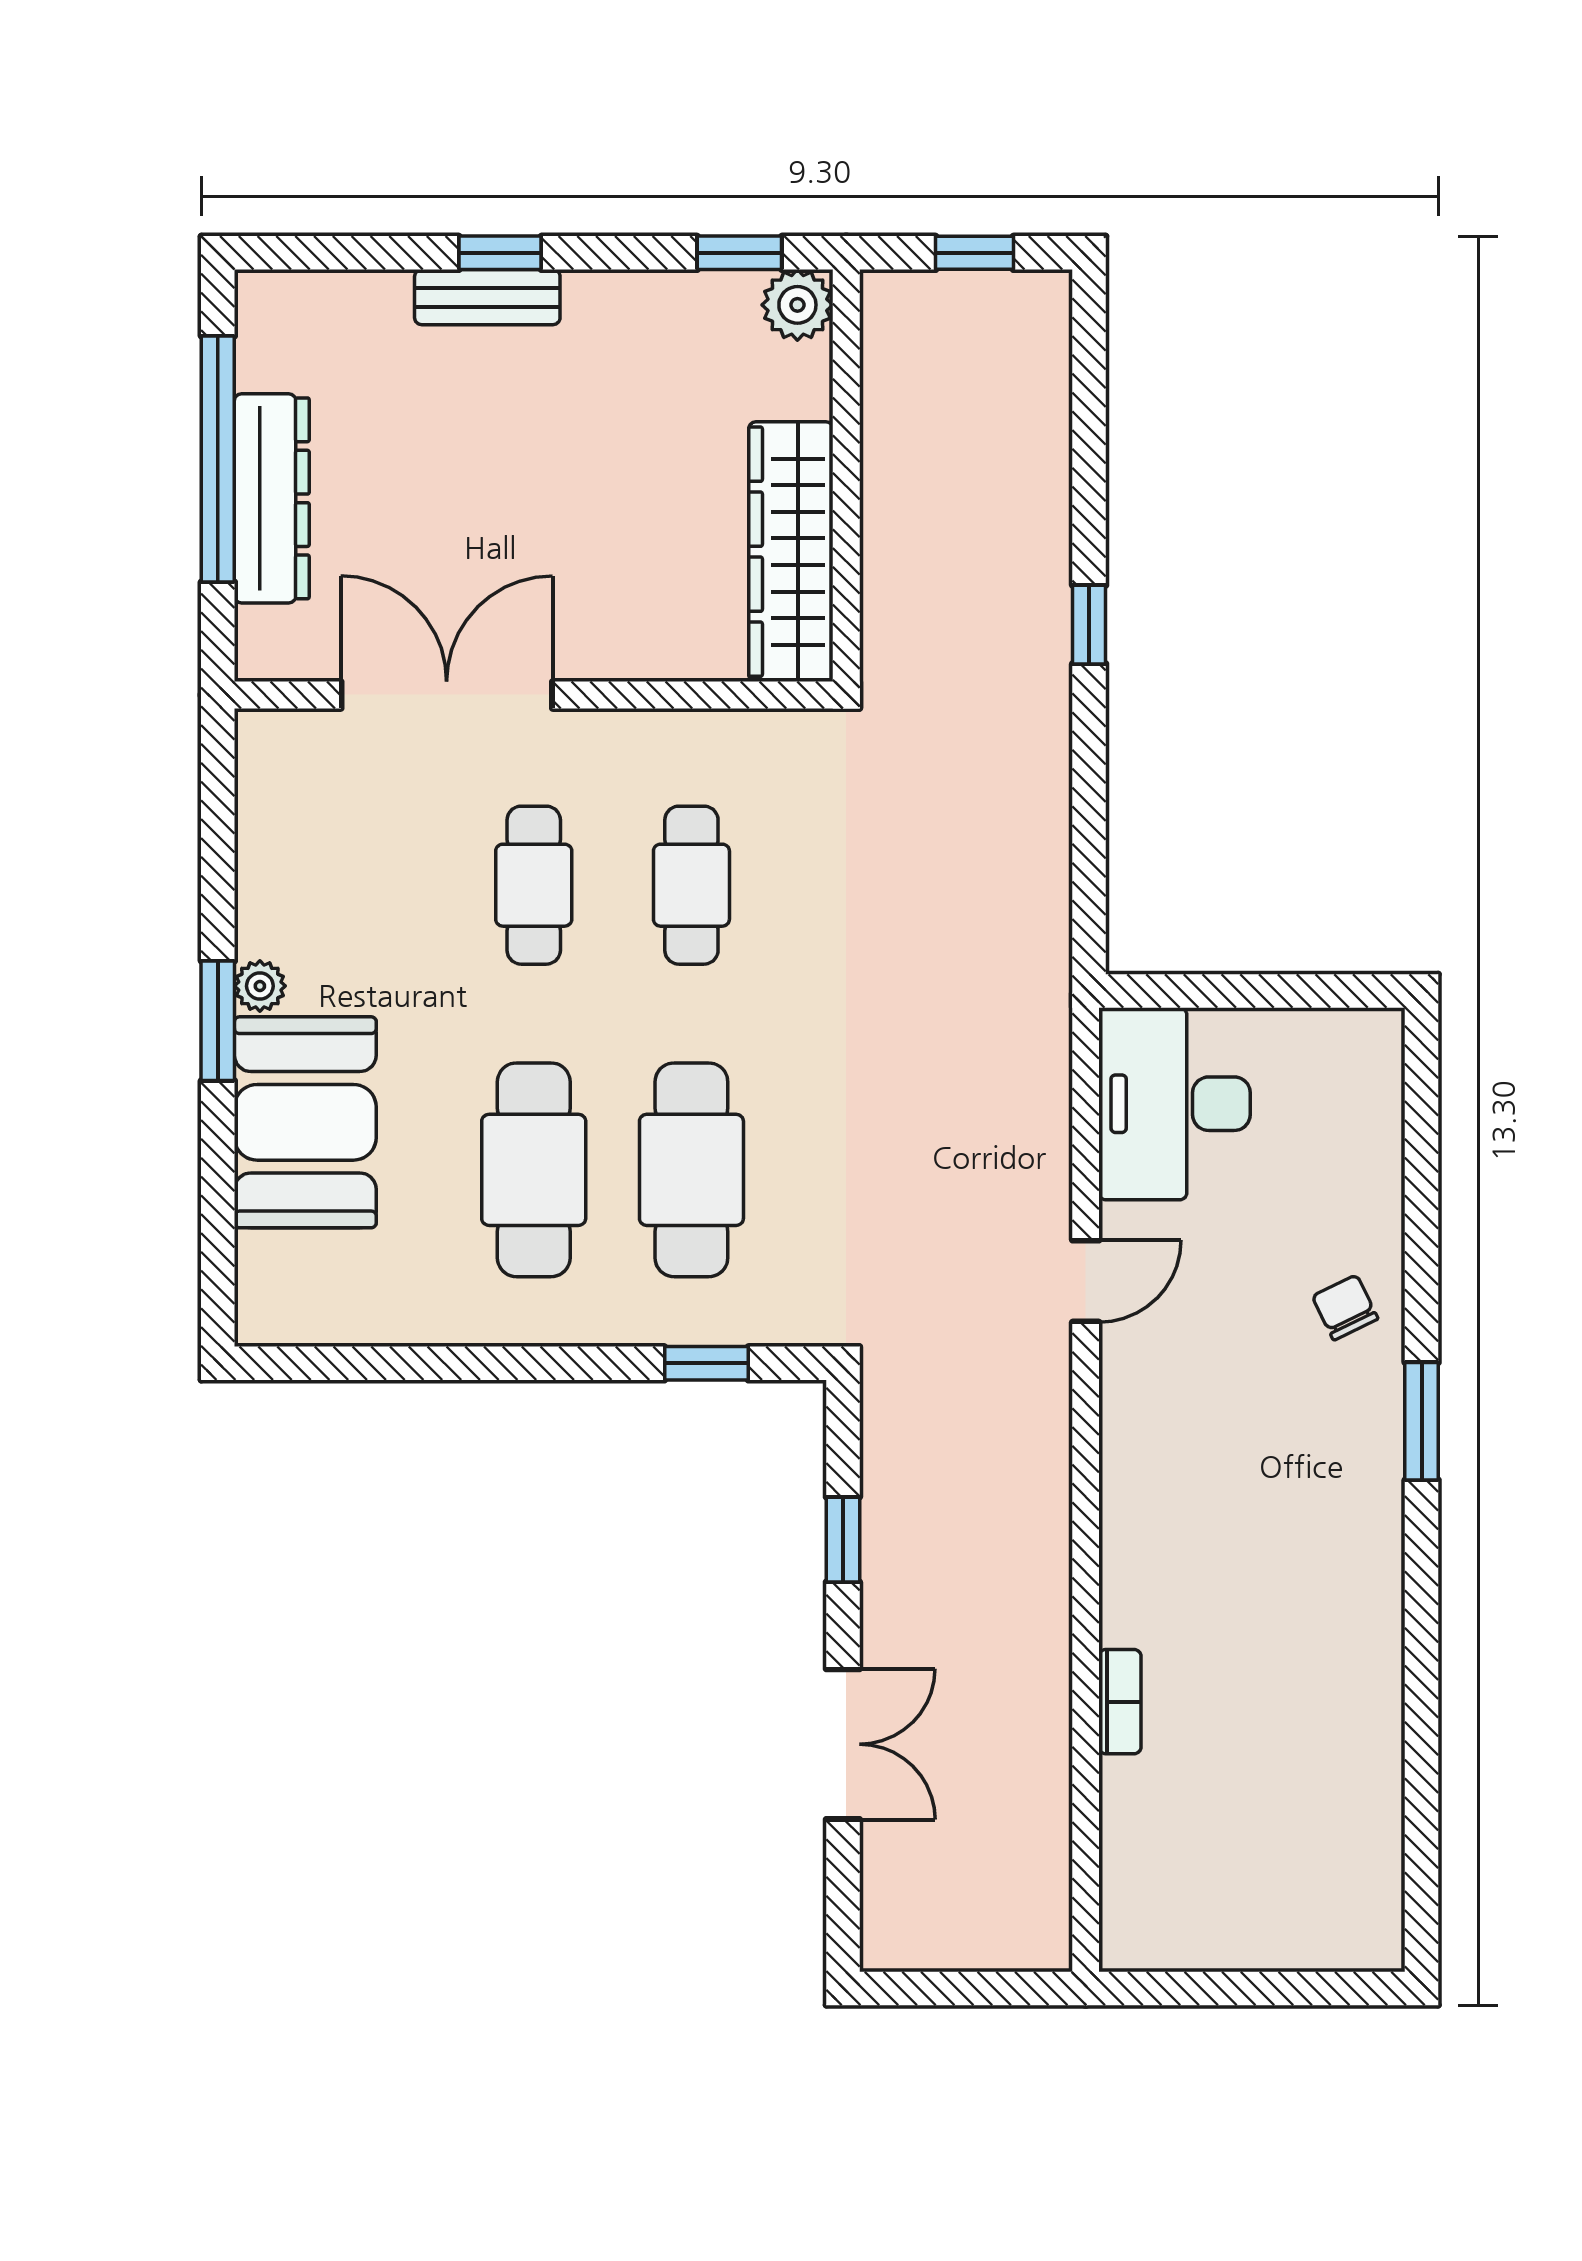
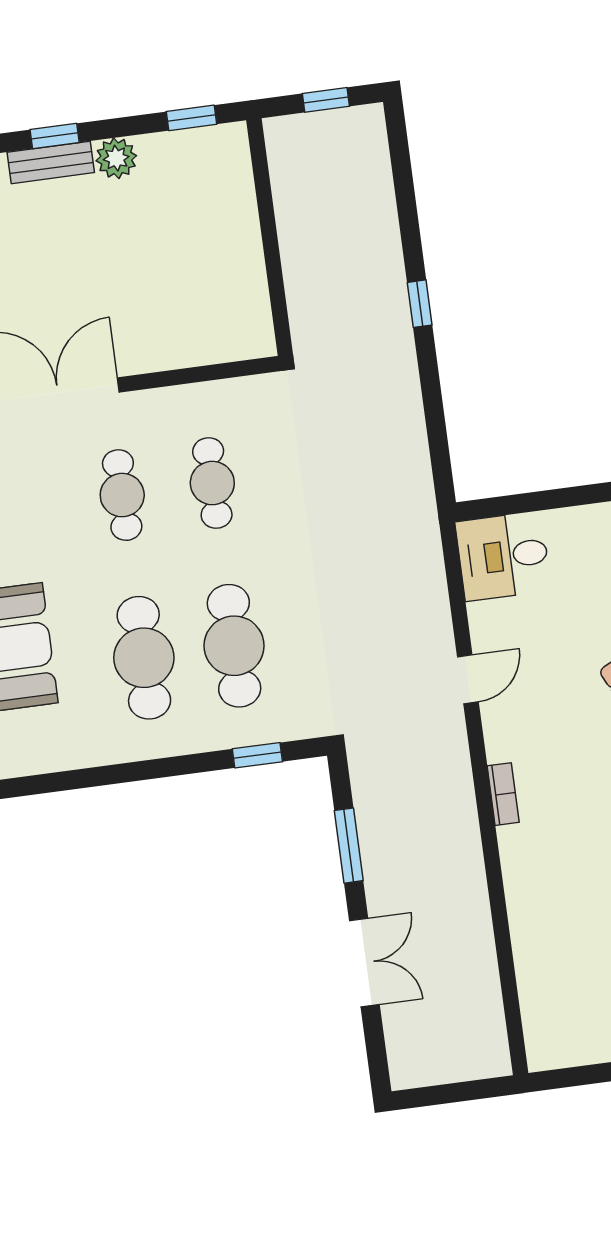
plant: (797, 305) -> (116, 158), moved
wardrobe: (791, 552) -> (244, 285), removed
desk: (1175, 1104) -> (503, 556), width x0.73
window: (843, 1540) -> (349, 846), width x1.50
bookcase: (1120, 1702) -> (503, 794), moved

